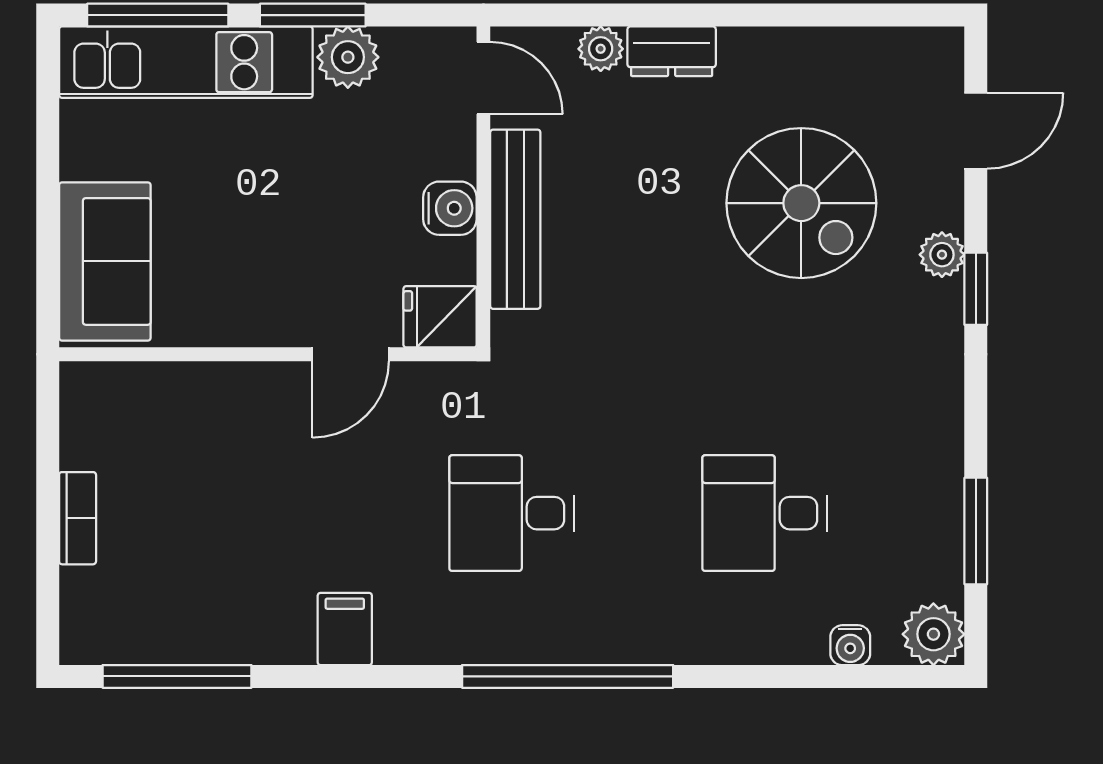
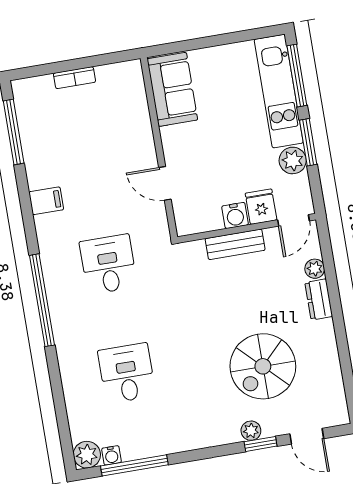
bench: (515, 219) -> (235, 244), width x0.73
sofa: (105, 261) -> (172, 89), moved, turned -90
window: (976, 289) -> (261, 444), moved
fridge: (440, 317) -> (261, 207), moved
window: (976, 531) -> (134, 465), width x1.44
water cooler: (850, 645) -> (112, 455), moved, turned -90

